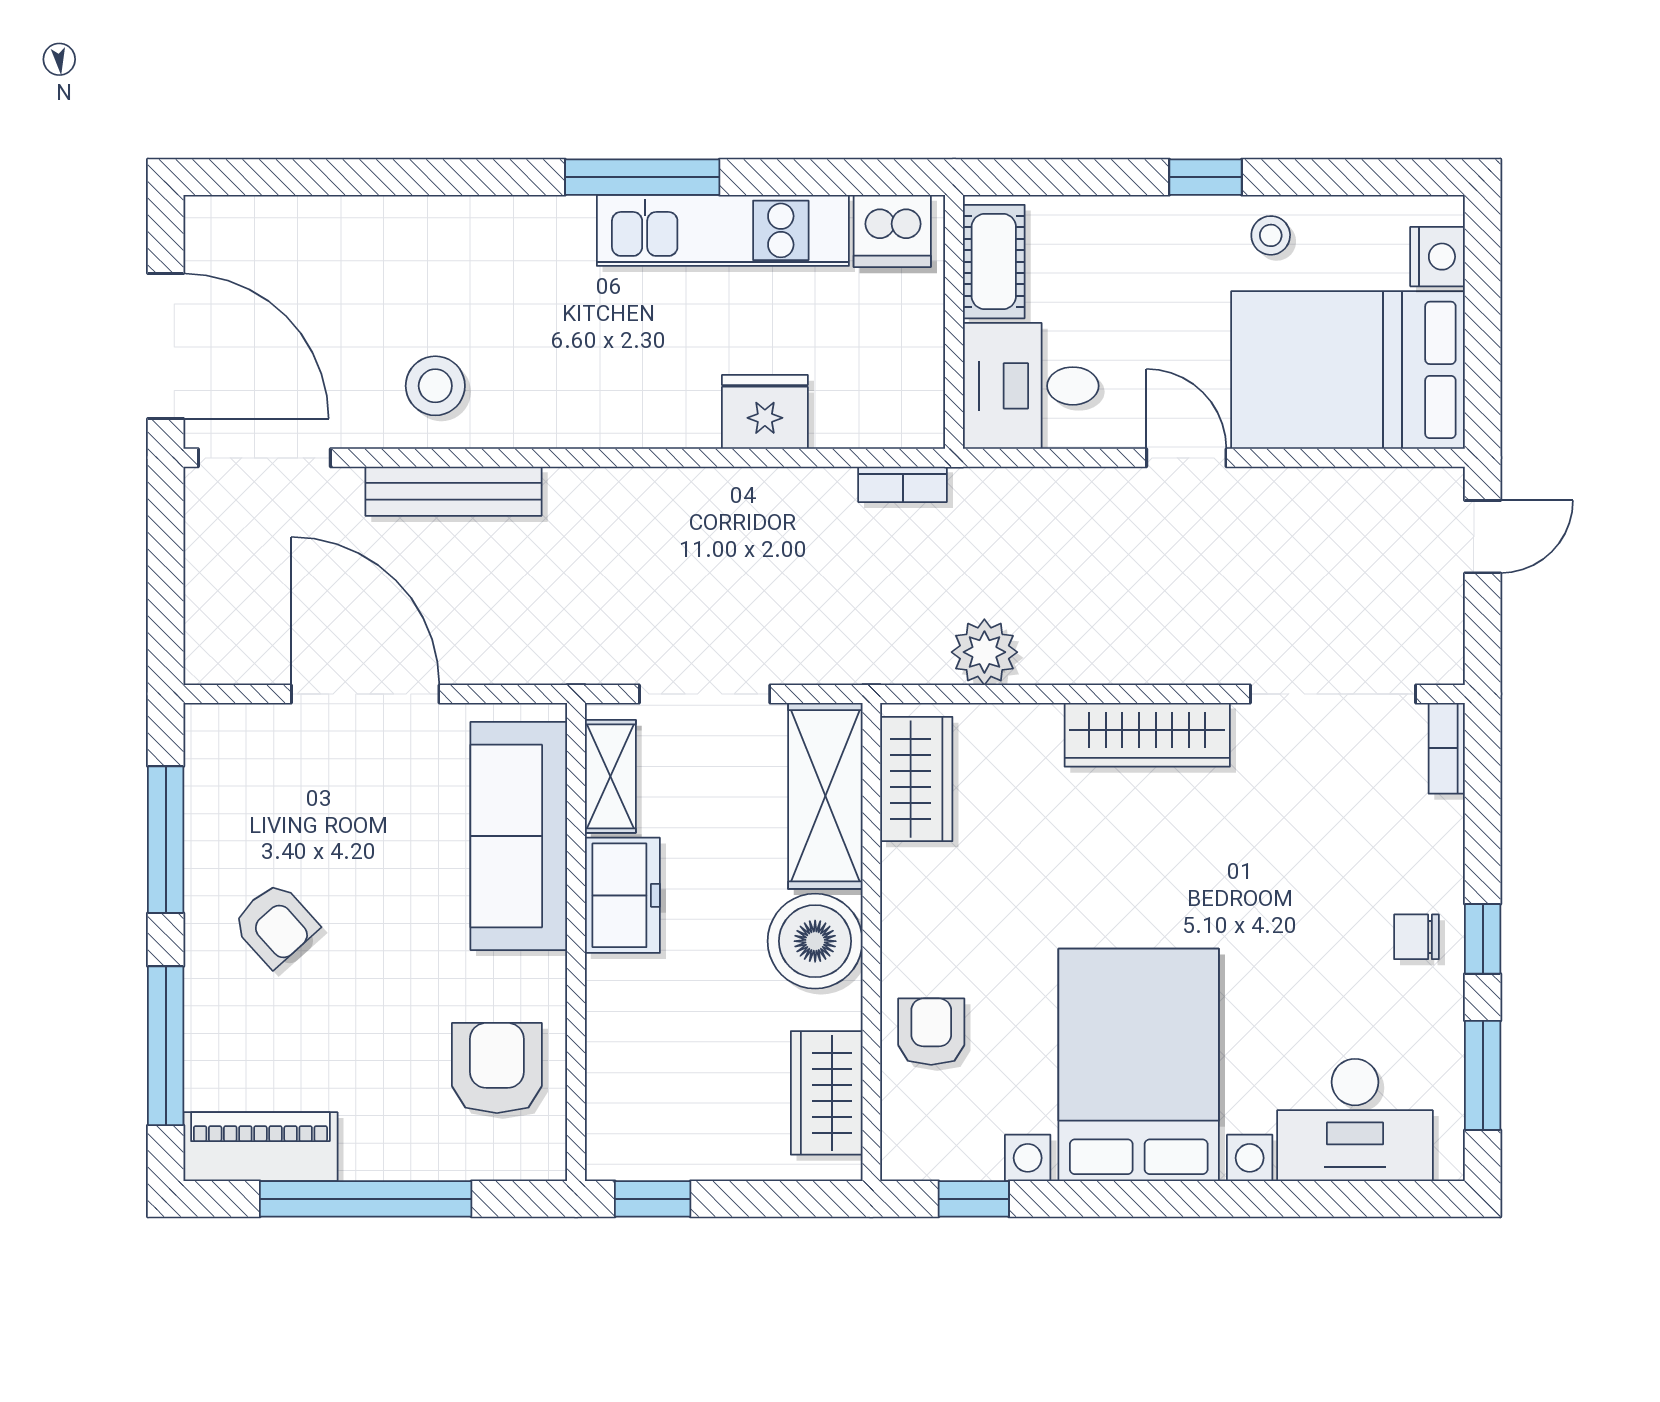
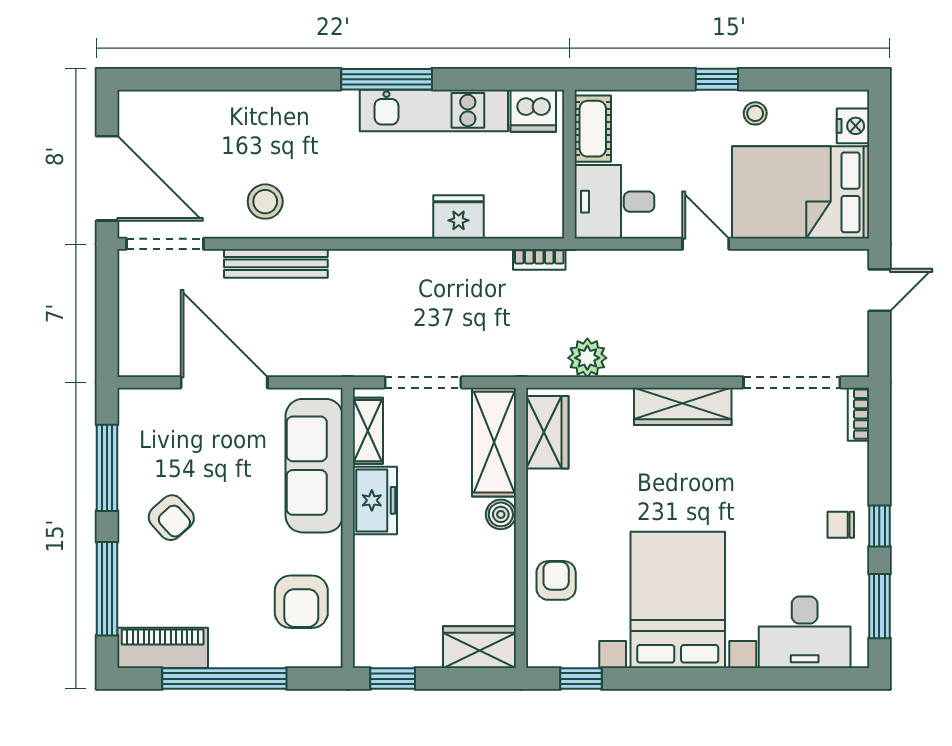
boiler: (815, 941) -> (501, 514), width x0.54, depth x0.54
armchair: (497, 1068) -> (301, 602), turned 180
wardrobe: (827, 1093) -> (479, 647), moved, turned 90

